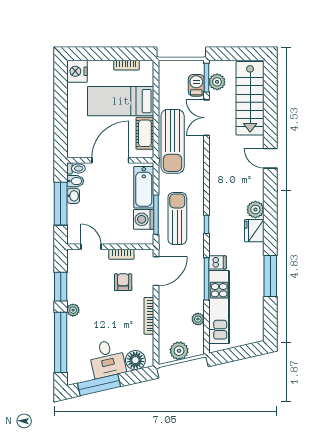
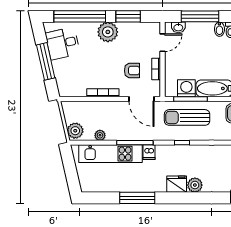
washbasin: (73, 196) -> (178, 27), moved
sun lounger: (177, 218) -> (187, 117), turned 180
plant: (73, 310) -> (108, 32), width x1.88, depth x1.88
plant: (179, 351) -> (75, 131), moved
desk: (107, 359) -> (63, 43), moved
floor lamp: (135, 360) -> (64, 81), removed
window: (99, 385) -> (46, 61), moved

